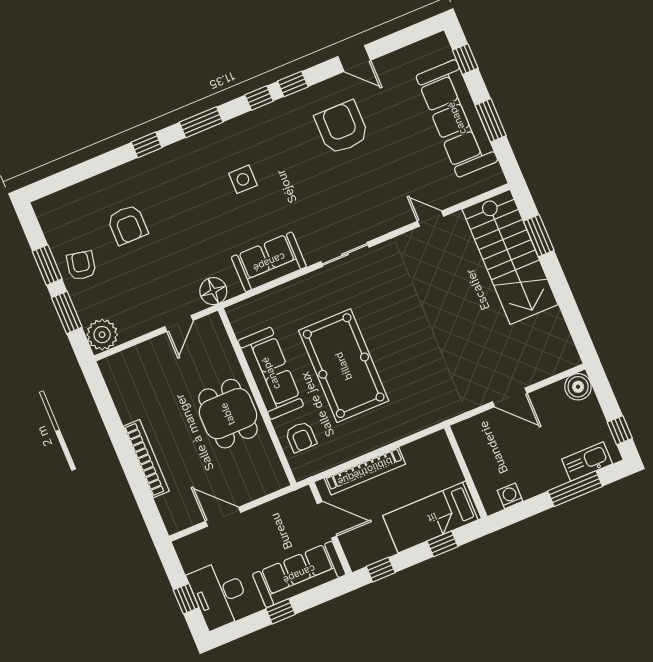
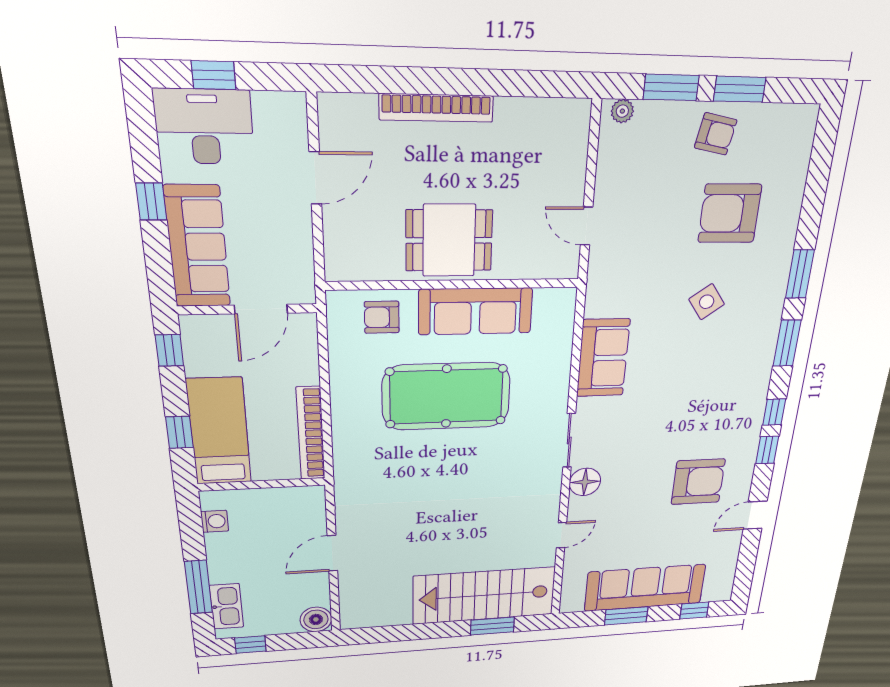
window: (147, 145) -> (800, 274), width x1.50
side table: (243, 179) -> (707, 302), moved, turned -36
armchair: (127, 225) -> (730, 213), width x1.36, depth x1.36
floor lamp: (213, 291) -> (585, 482), moved
plant: (102, 335) -> (622, 111), width x0.53, depth x0.53
bookcase: (365, 471) -> (311, 433), moved

